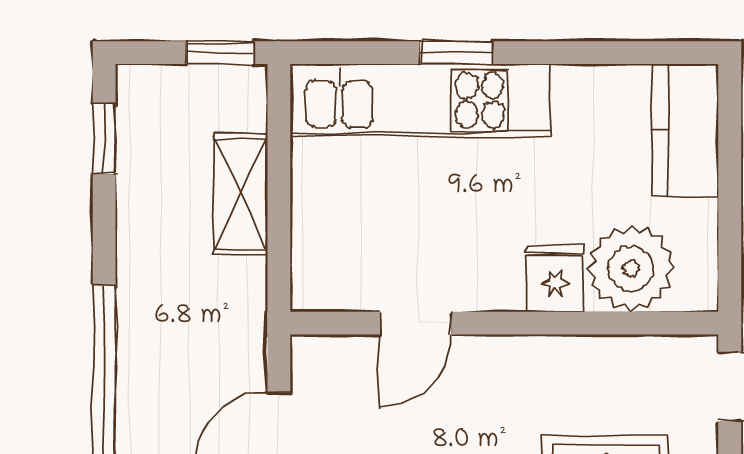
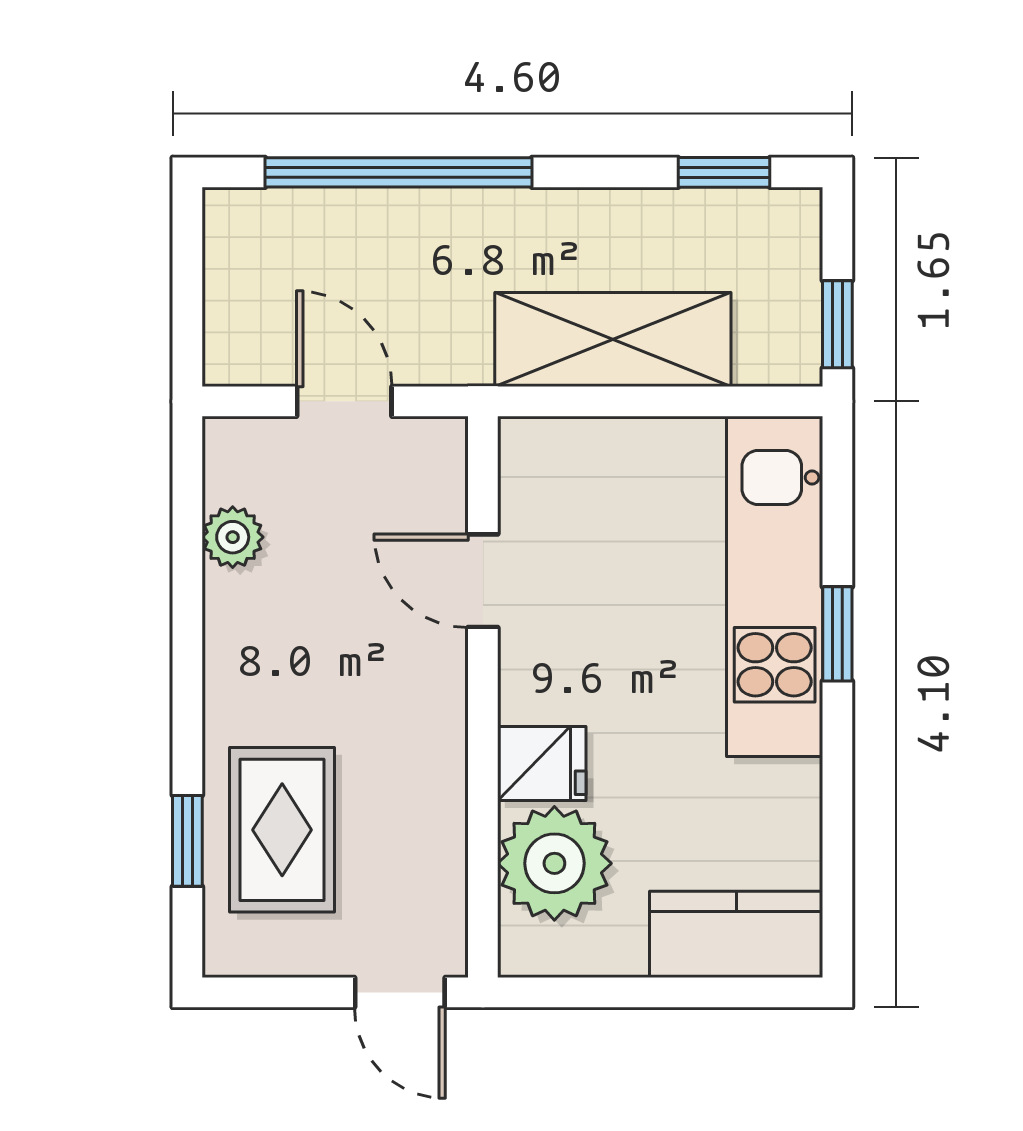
shelving: (241, 194) -> (613, 340), width x1.50, depth x1.33

